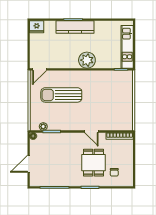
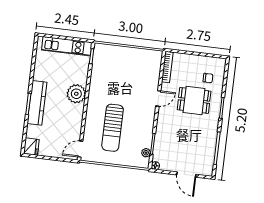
door: (40, 69) -> (80, 149), swing flipped

